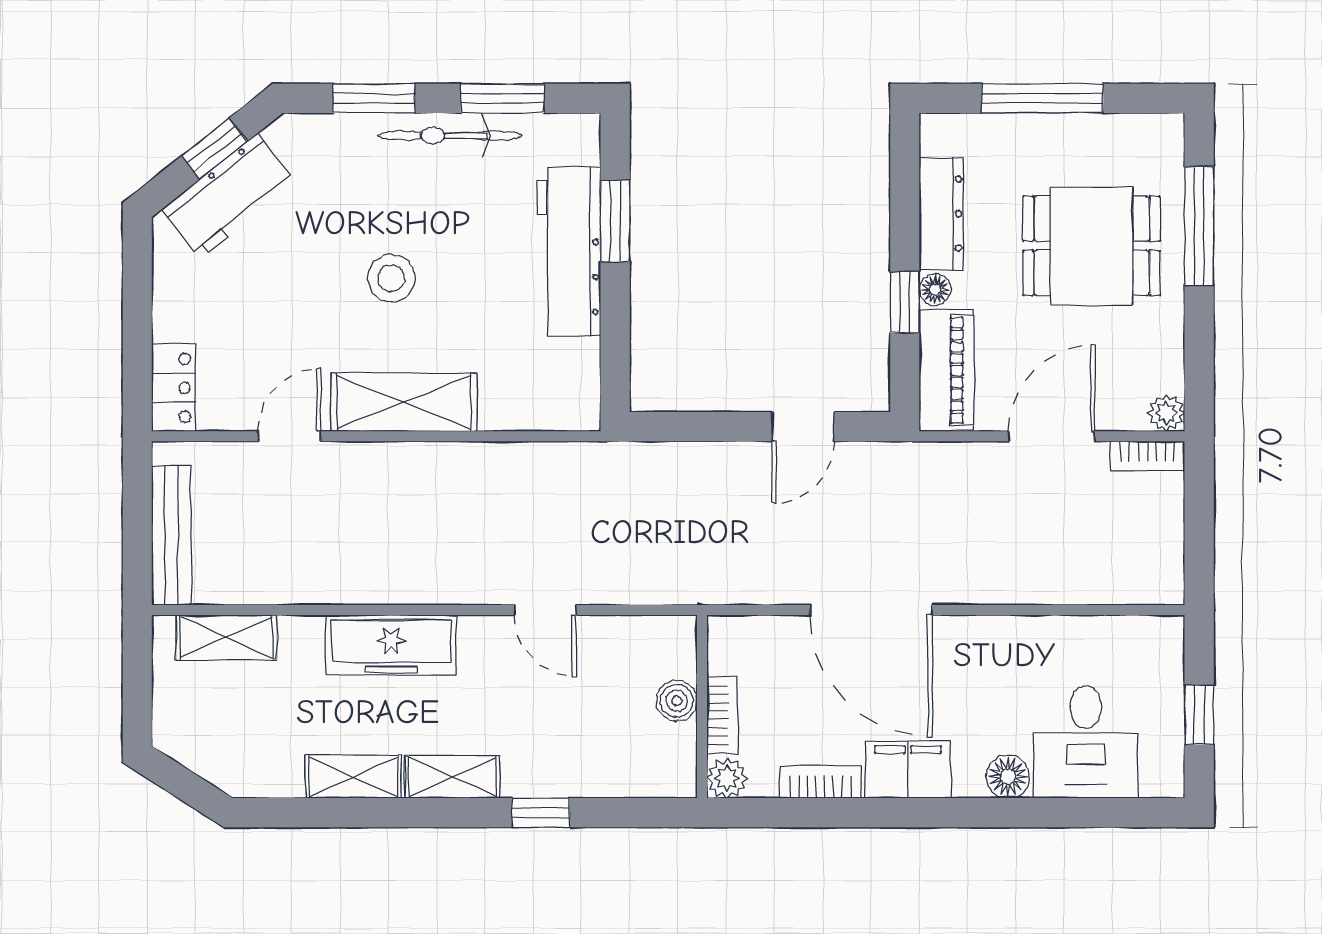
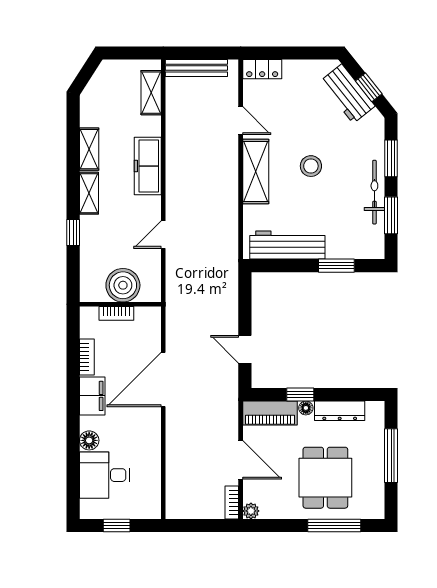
workbench: (569, 252) -> (287, 245), moved
boiler: (677, 701) -> (123, 285), width x1.86, depth x1.86
plant: (727, 778) -> (88, 315), removed

